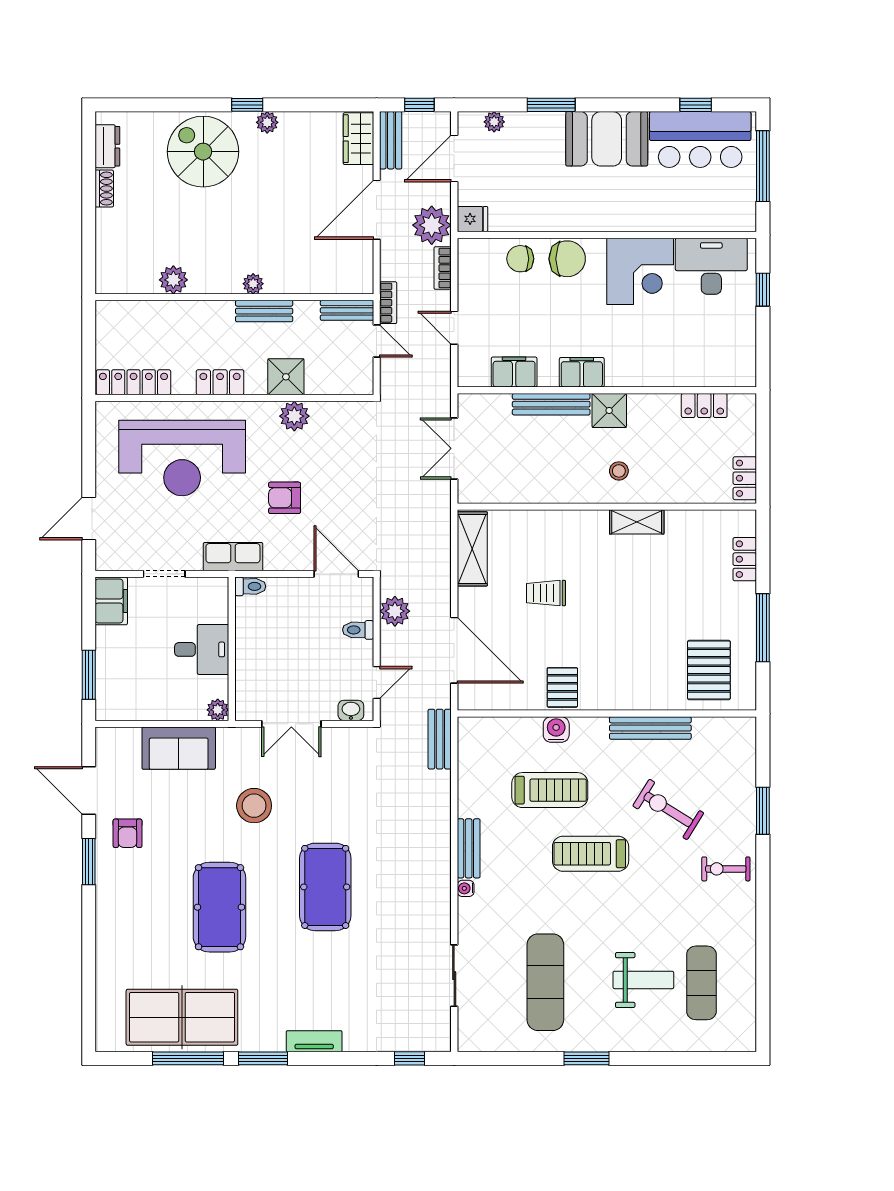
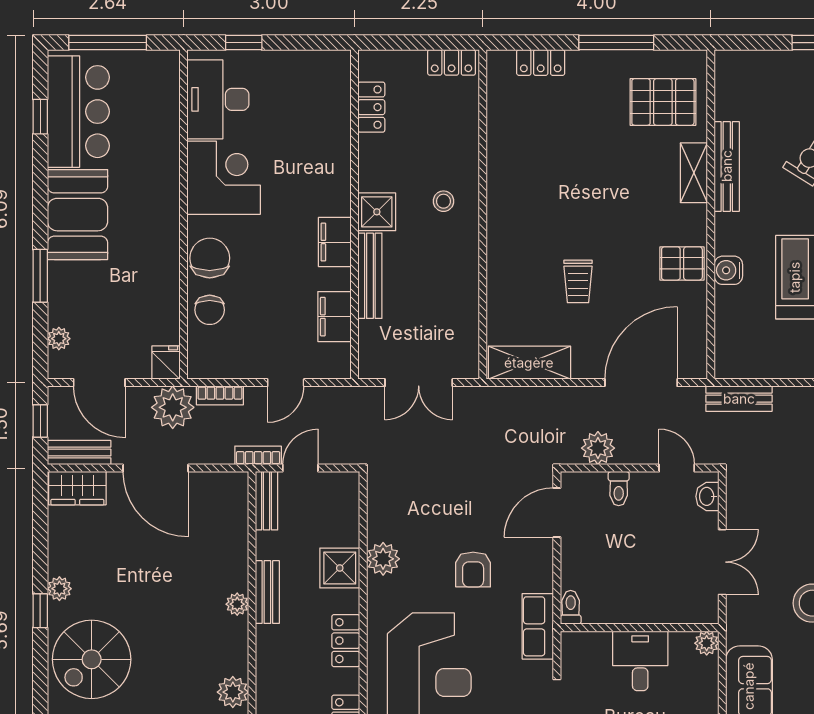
shelving: (637, 522) -> (694, 173), moved

